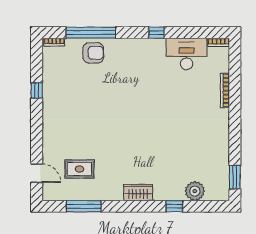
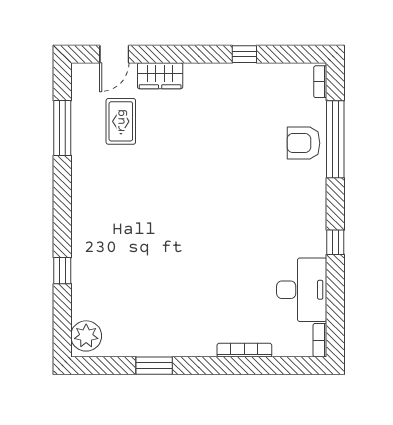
armchair: (93, 53) -> (304, 143), turned 90
window: (235, 177) -> (154, 366), moved
plant: (195, 191) -> (86, 336), moved
wardrobe: (138, 193) -> (160, 76), moved, turned 90

